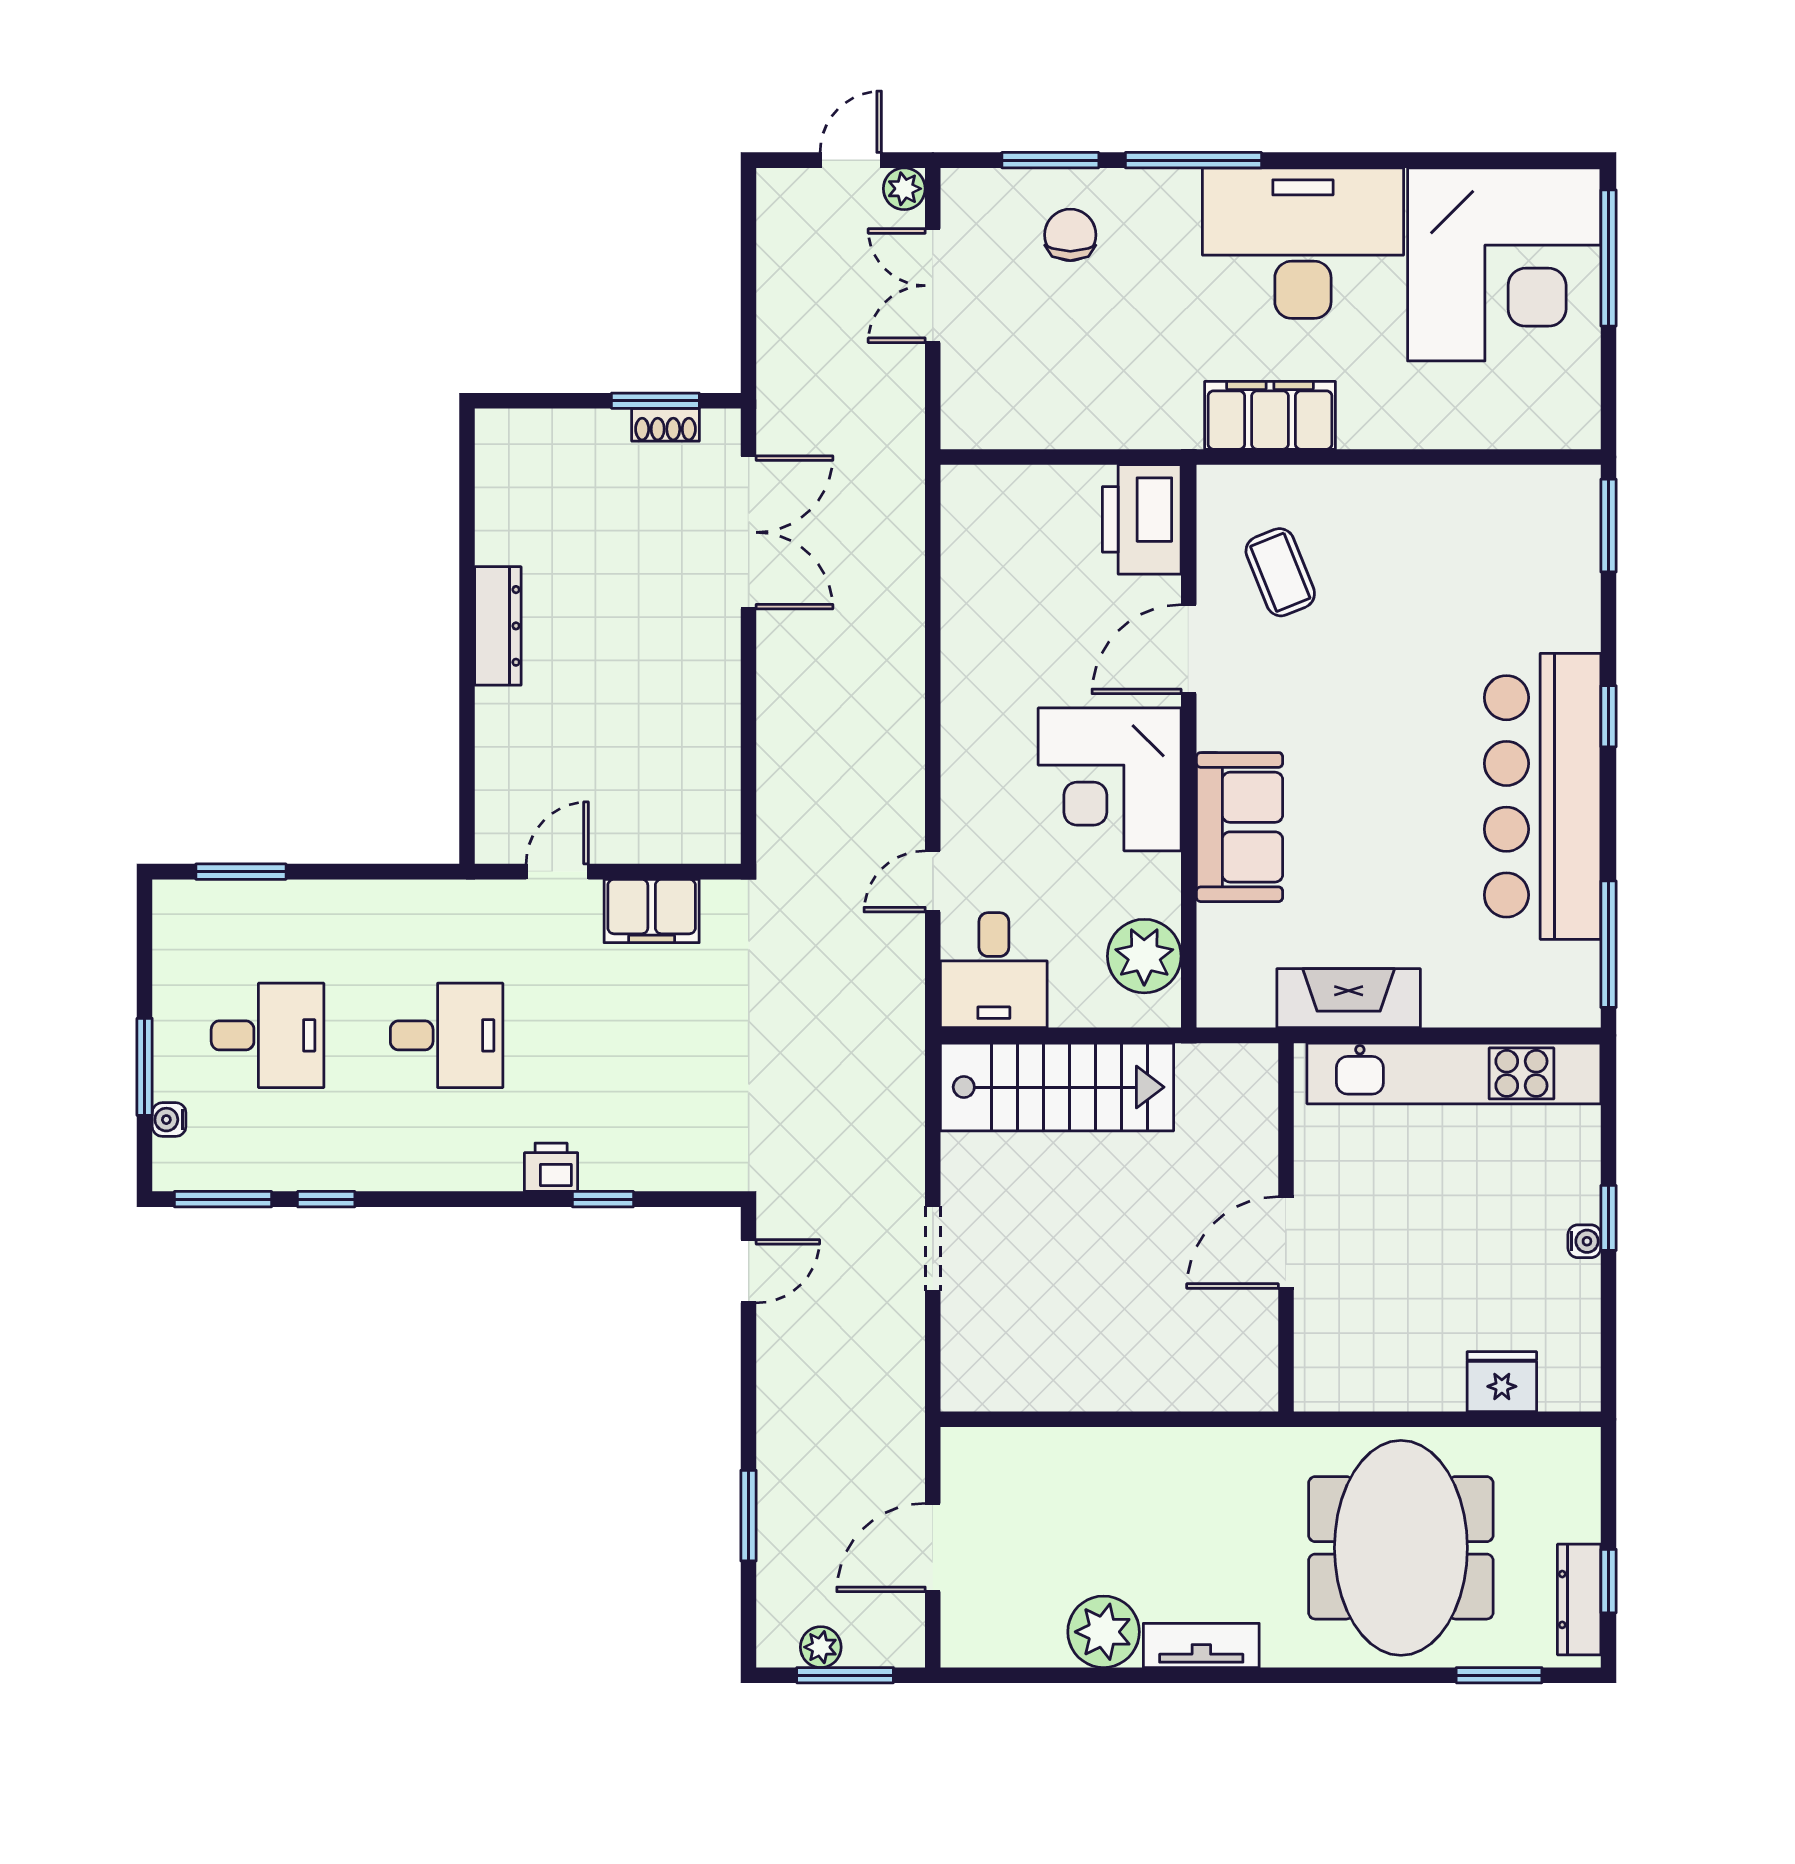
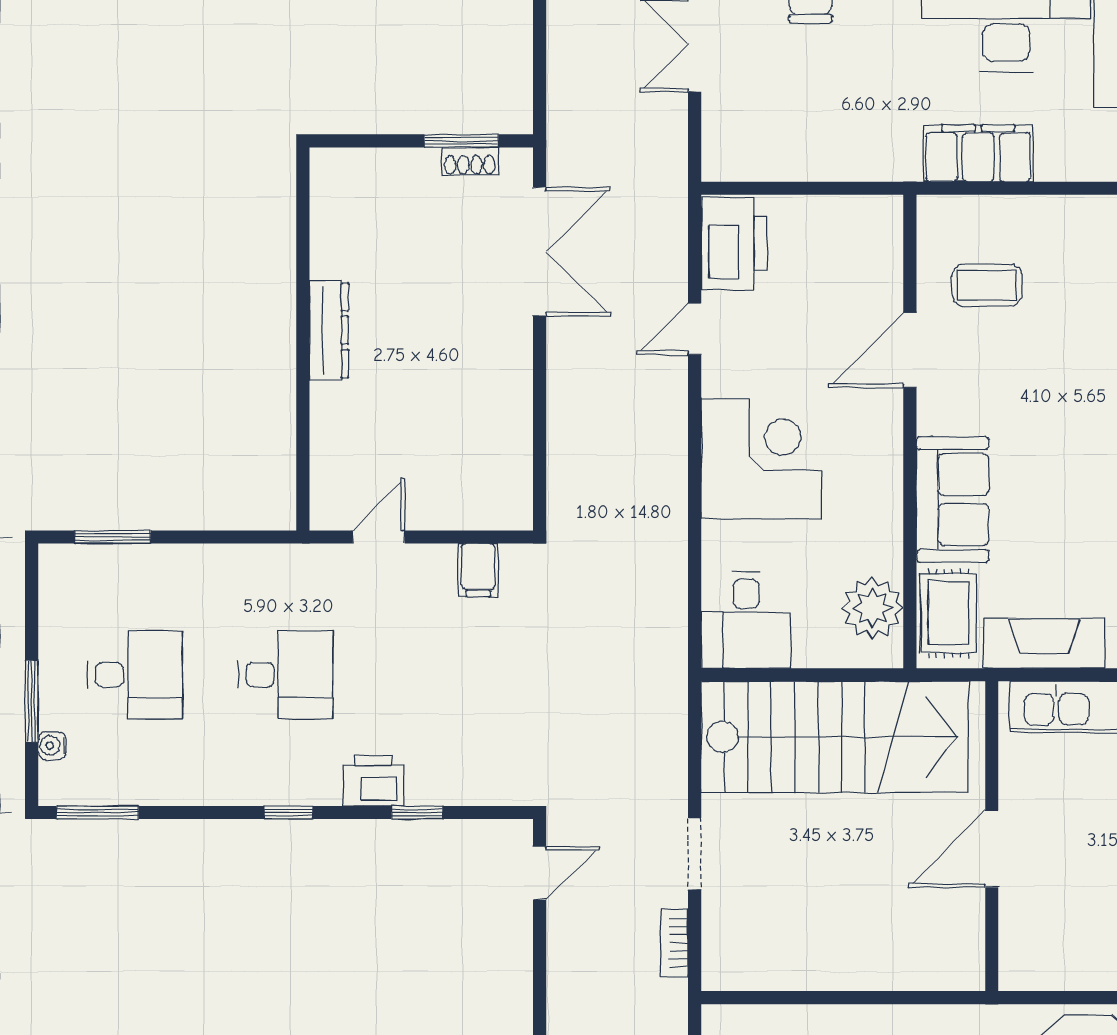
printer: (1142, 519) -> (734, 244), moved, turned 180
coffee table: (1280, 572) -> (987, 285), turned -68
corner desk: (1110, 779) -> (761, 459), moved, turned 180
door: (933, 881) -> (695, 329), moved
filing cabinet: (652, 911) -> (478, 570), width x0.50
rug: (1235, 962) -> (949, 613), added
stairs: (1057, 1087) -> (835, 737), width x1.36, depth x1.51
printer: (551, 1167) -> (374, 781), width x1.36, depth x1.24
window: (326, 1199) -> (288, 812), moved
bookcase: (909, 1354) -> (675, 943), added

